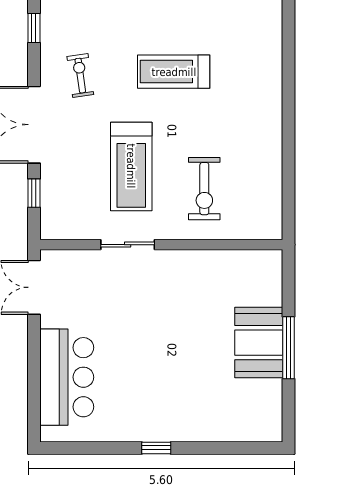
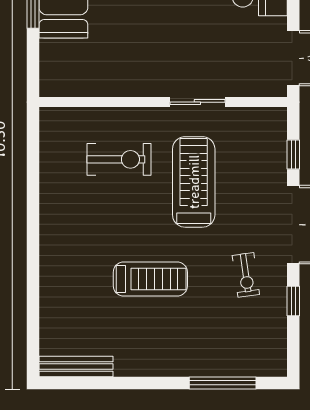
window: (34, 28) -> (293, 301), moved
exercise bike: (204, 189) -> (119, 159), turned 90

